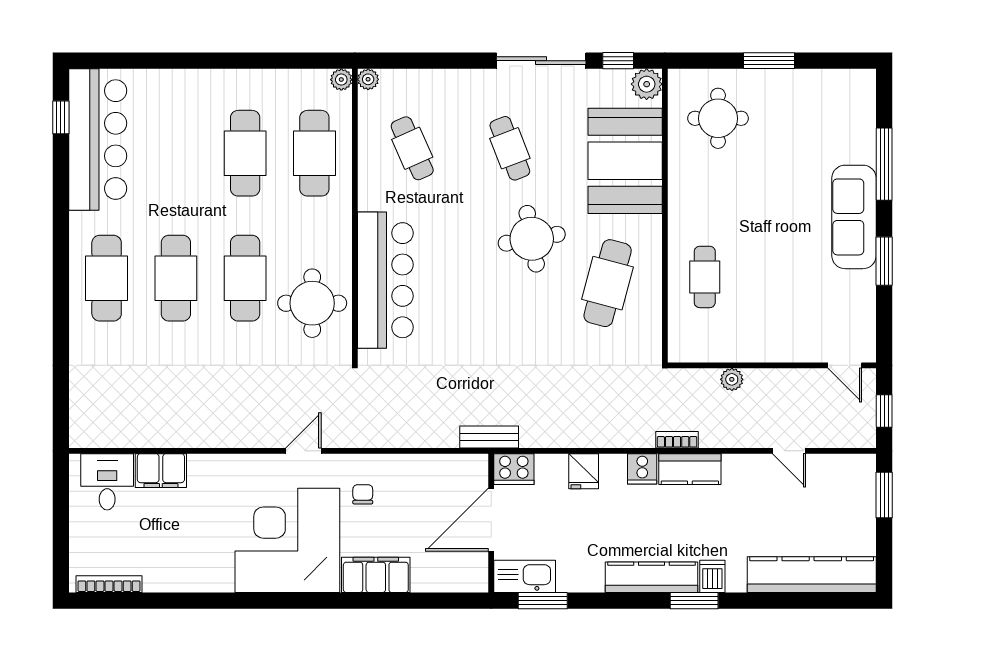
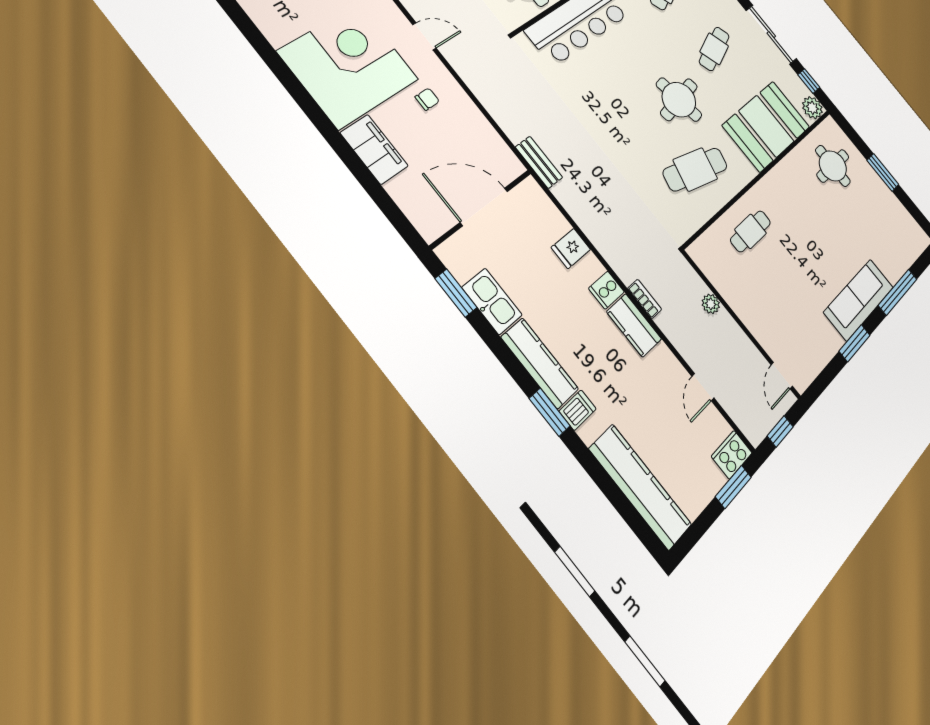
cooker: (514, 469) -> (732, 455), moved, turned 90
kitchen sink: (525, 576) -> (492, 301), moved

